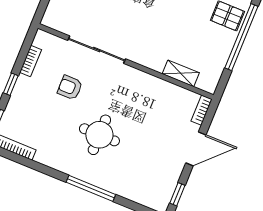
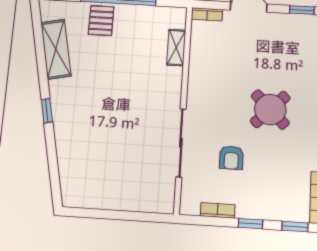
round table: (99, 135) -> (270, 109), turned 45

